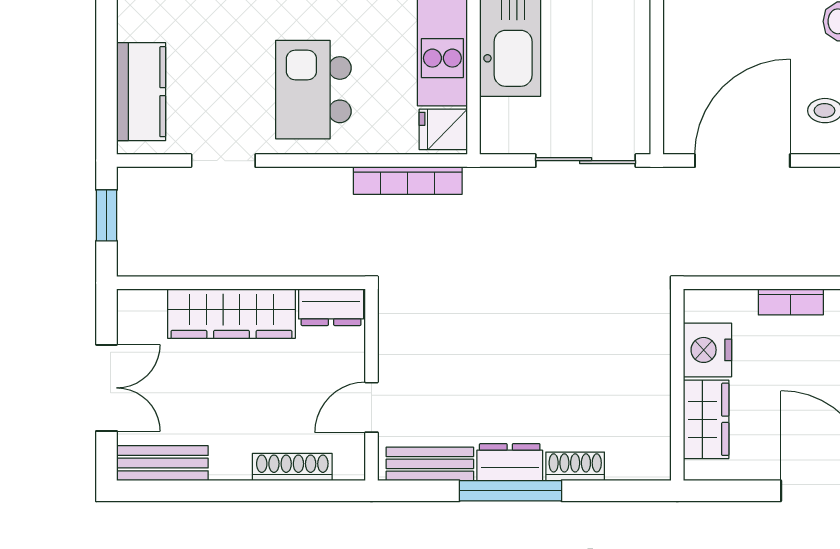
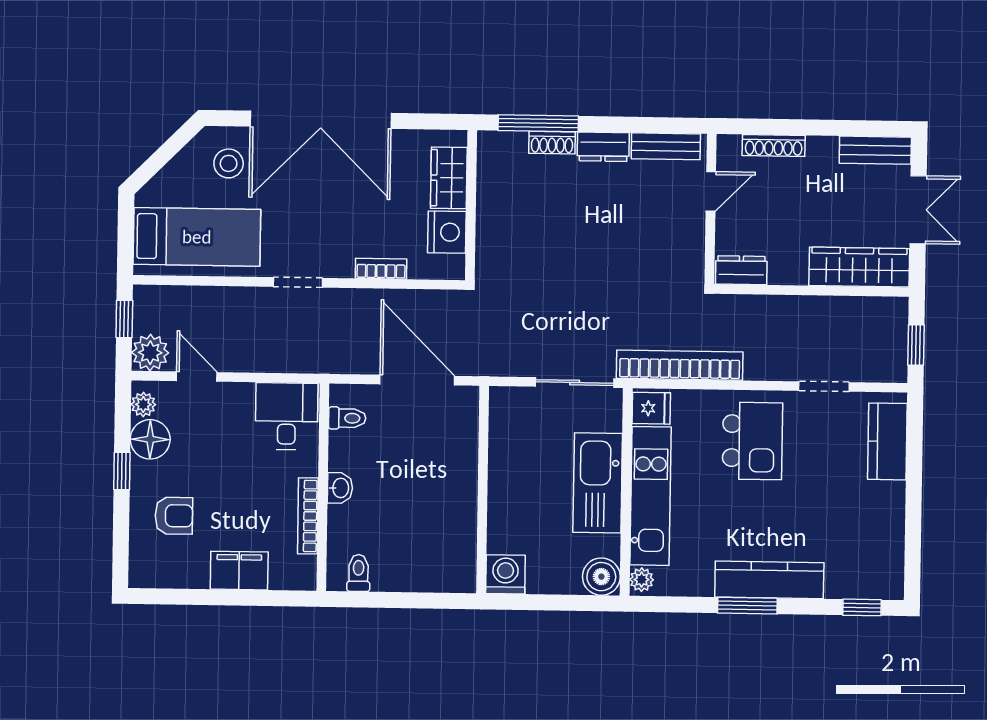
sliding door: (586, 161) -> (575, 383), moved
door: (742, 161) -> (417, 380), swing flipped
bookcase: (408, 181) -> (680, 365), width x1.48, depth x1.31
wardrobe: (231, 314) -> (859, 267), moved
double door: (107, 388) -> (918, 210), swing flipped
window: (510, 491) -> (538, 123), moved

